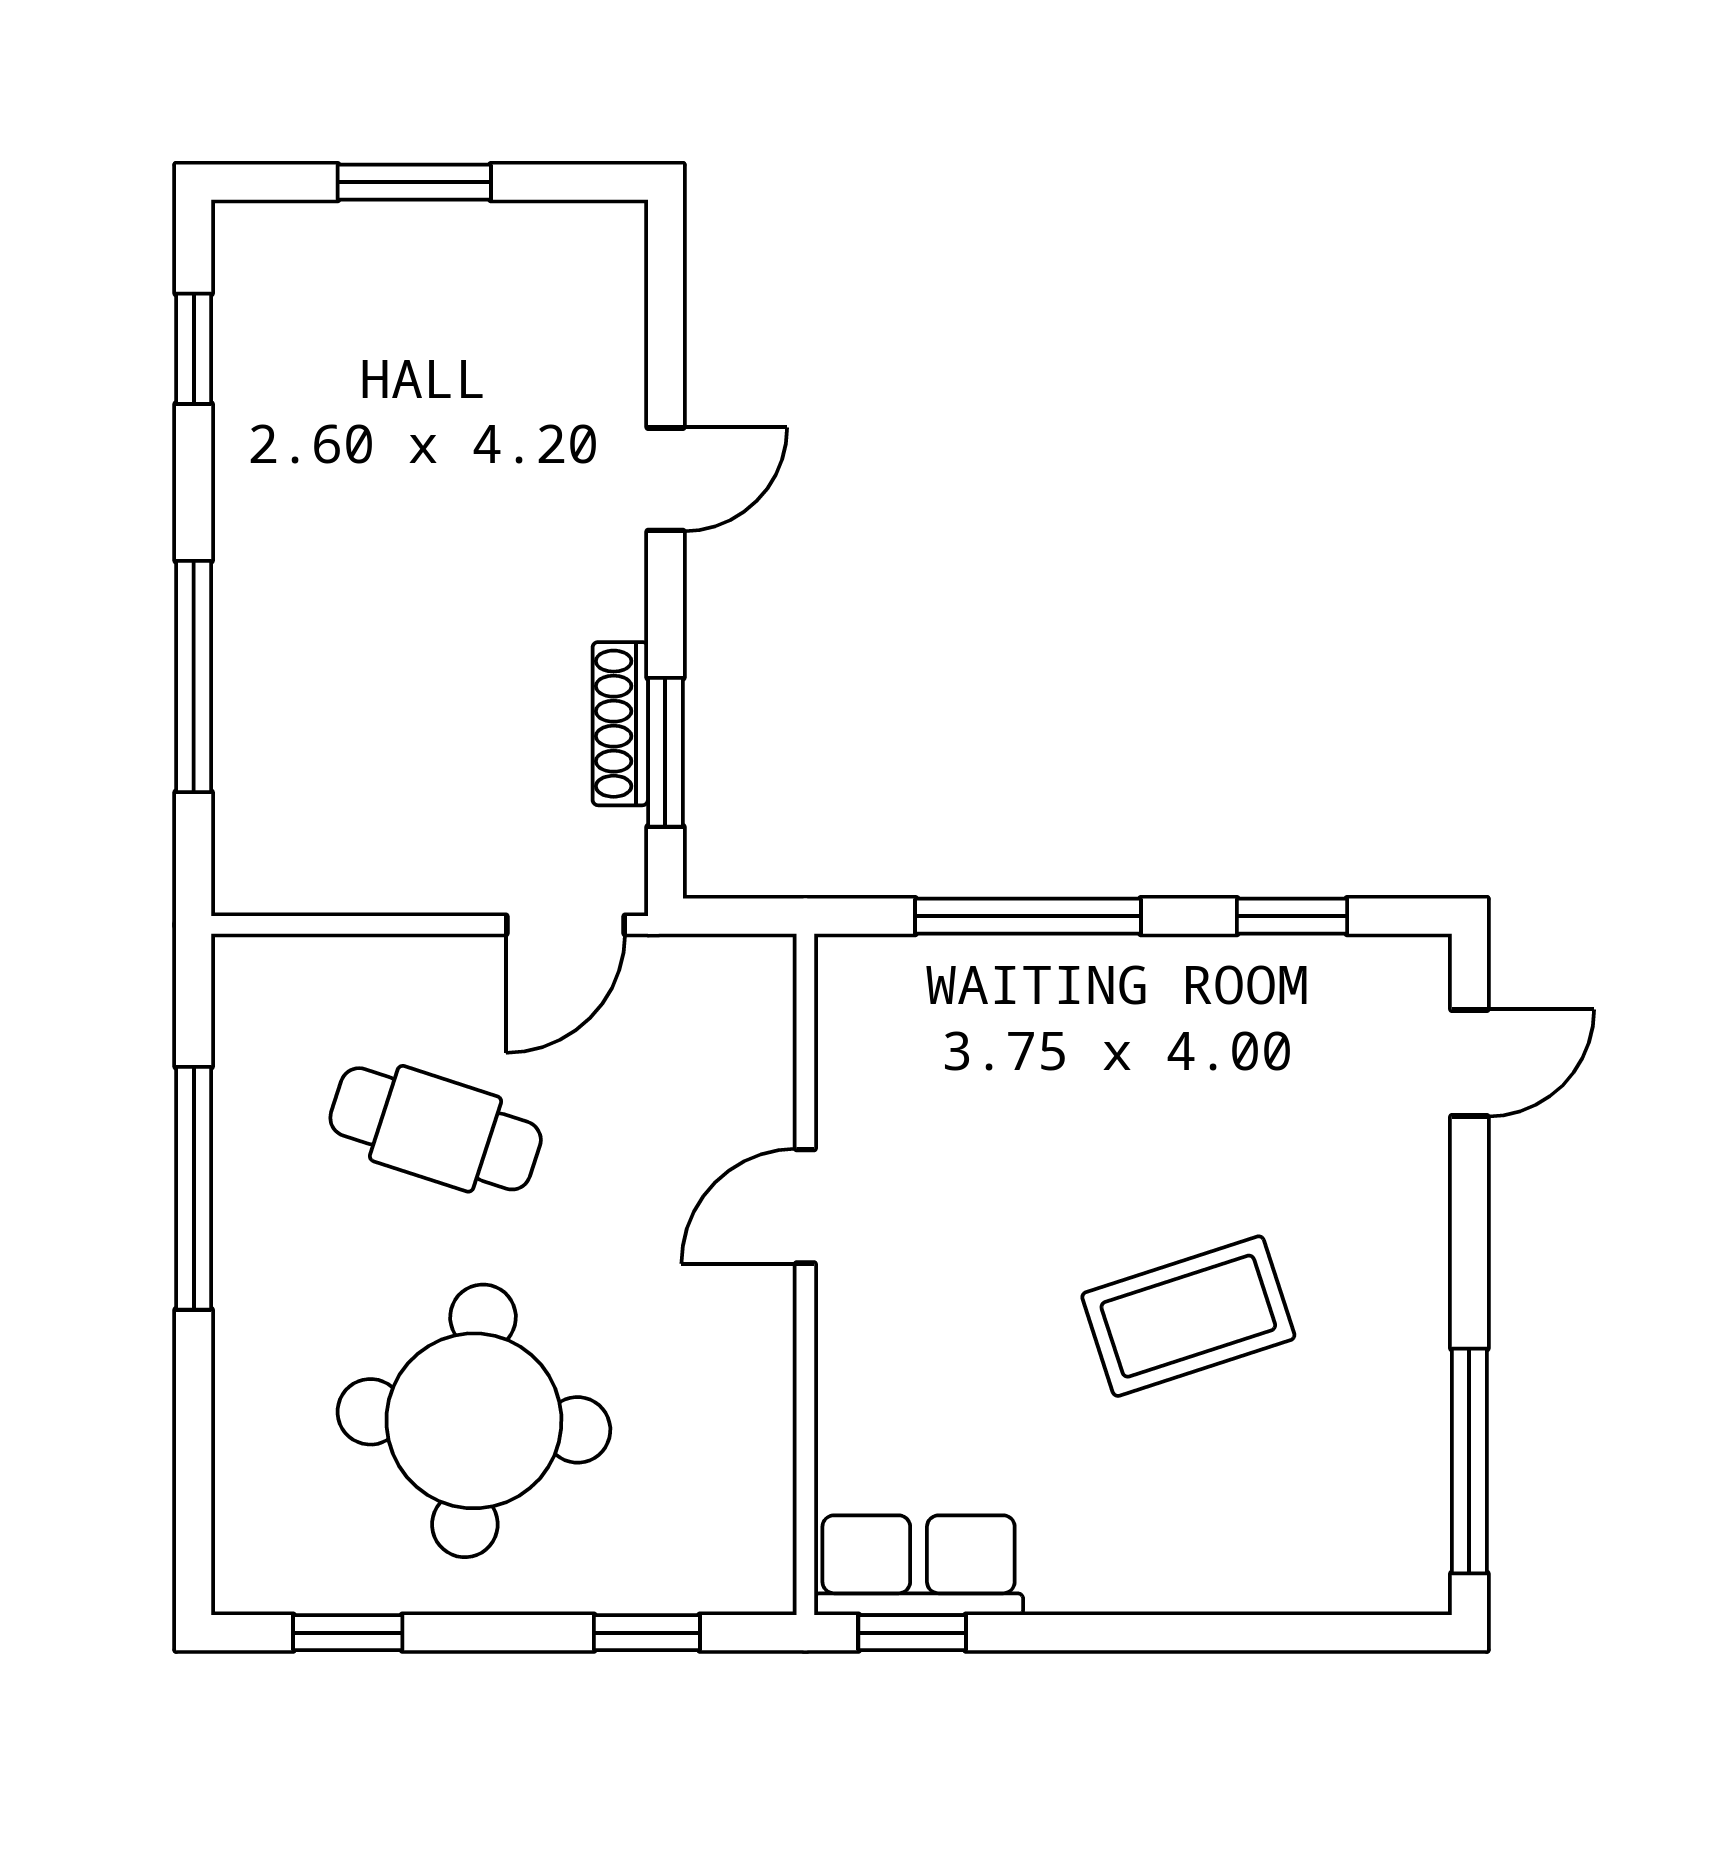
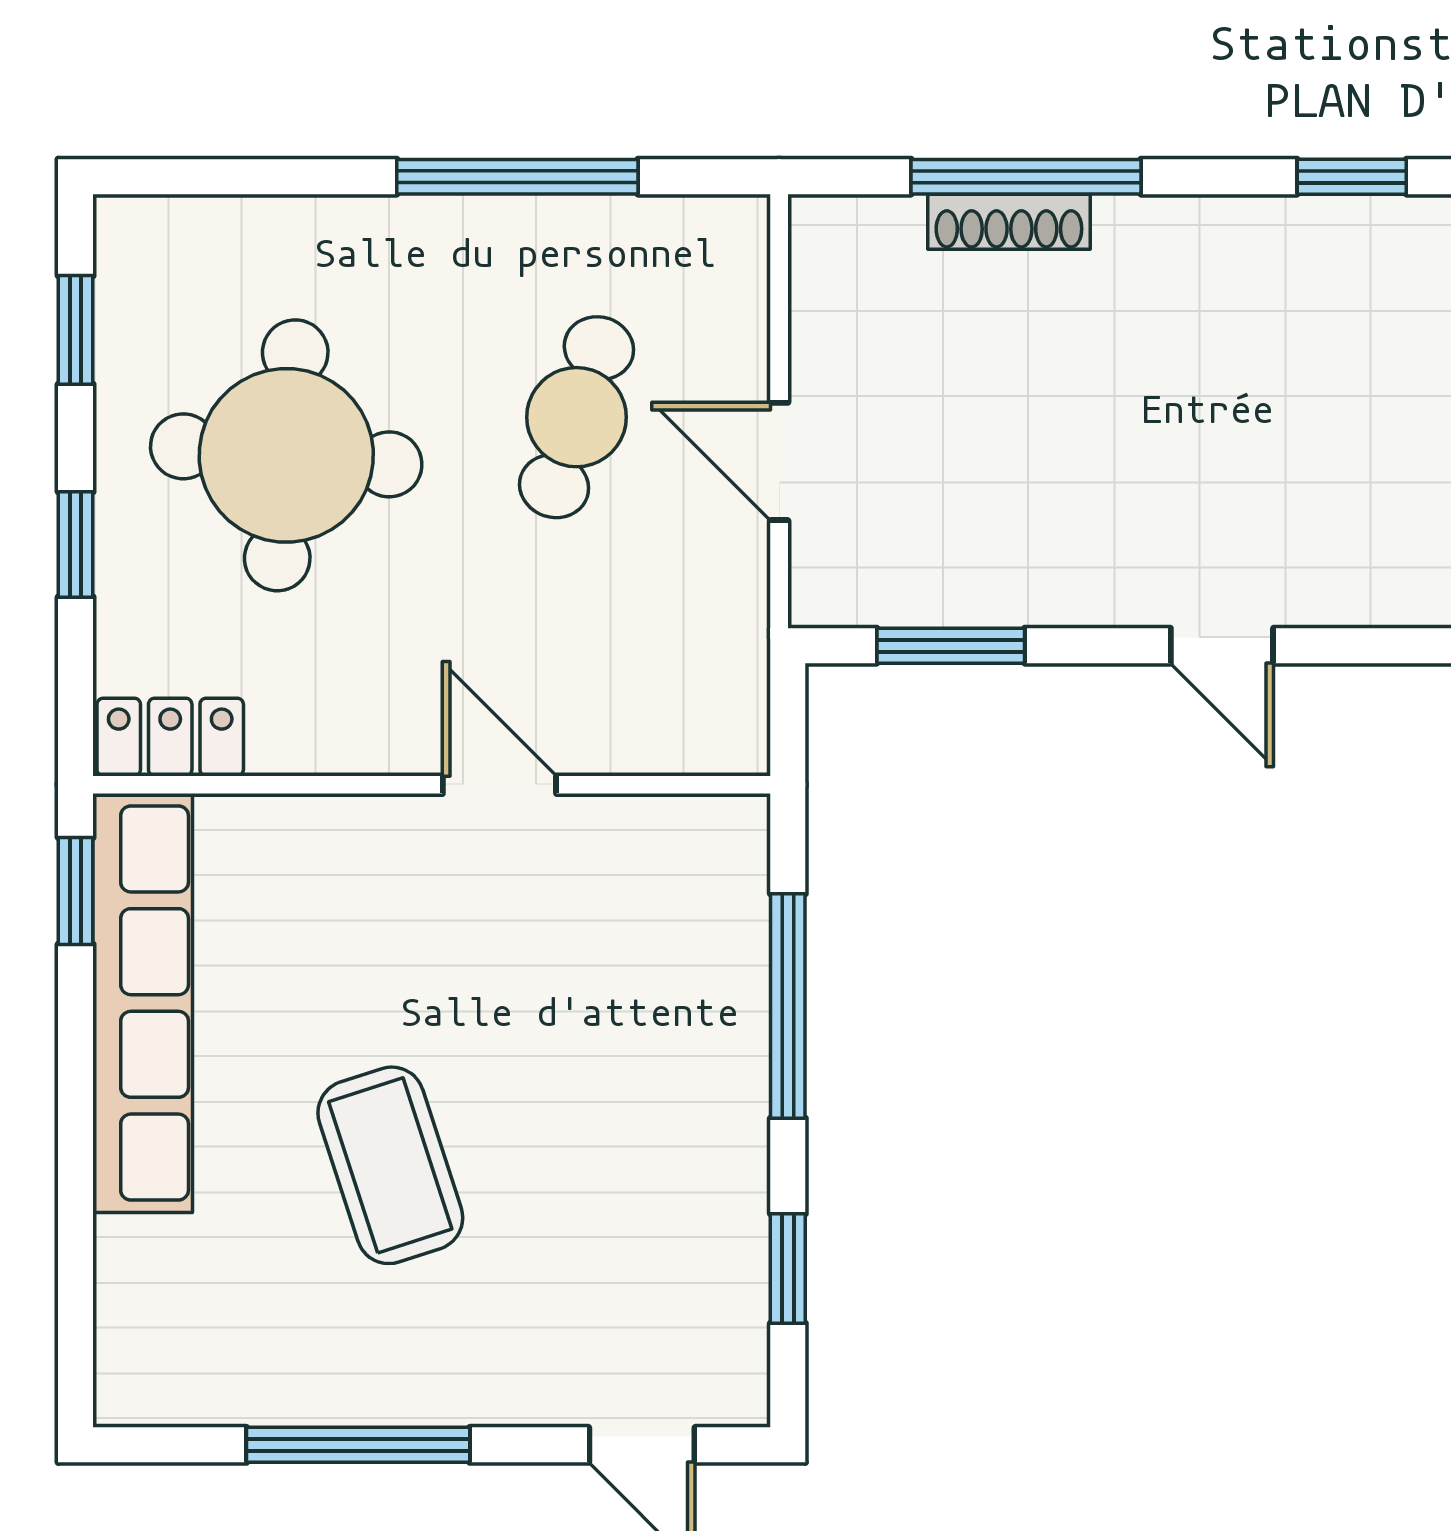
shoe rack: (620, 724) -> (1009, 222), moved, turned 180
door: (565, 925) -> (779, 461), moved
window: (1469, 1461) -> (358, 1445), moved
locker: (757, 1538) -> (170, 737), added
row of seats: (919, 1565) -> (143, 1003), width x2.02
window: (647, 1633) -> (76, 544), moved

